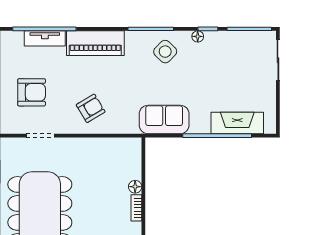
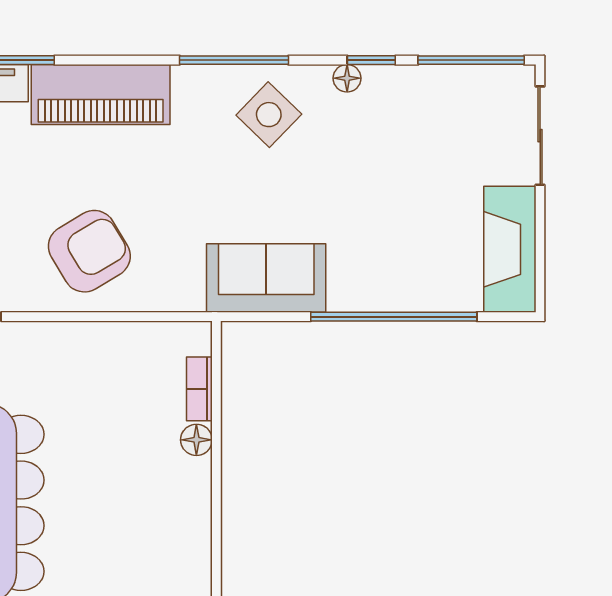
armchair: (91, 108) -> (89, 251), width x1.38, depth x1.38
fireplace: (237, 123) -> (510, 249), moved, turned -90
bookcase: (136, 208) -> (199, 389), moved

